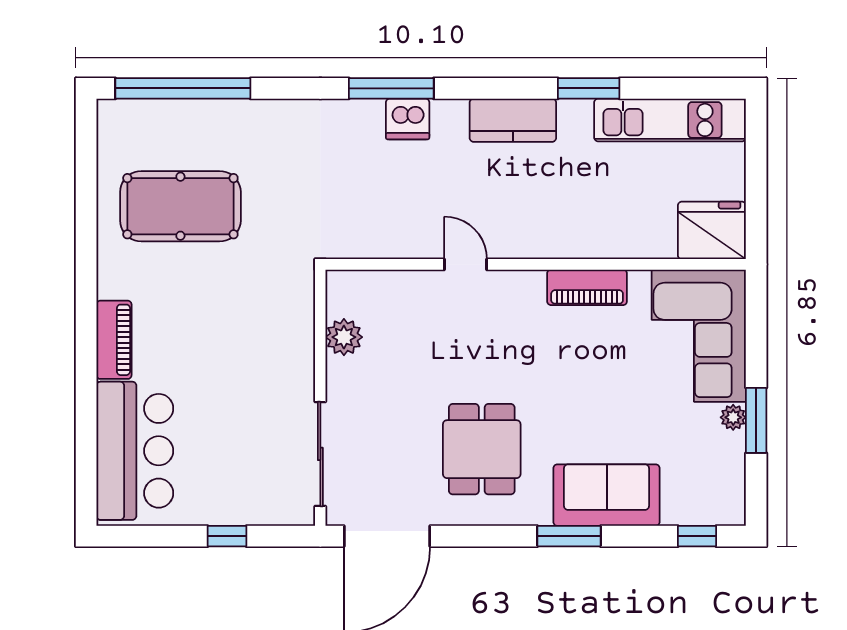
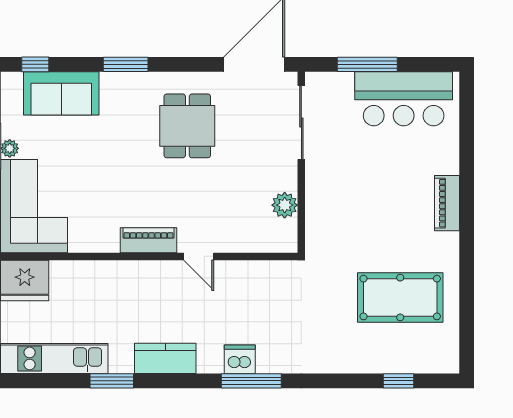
window: (183, 88) -> (398, 381), width x0.32
piano: (587, 287) -> (148, 240), moved
bar counter: (135, 451) -> (404, 99), moved, turned -90
sofa: (607, 495) -> (61, 93), moved
window: (227, 536) -> (367, 64), width x2.17

